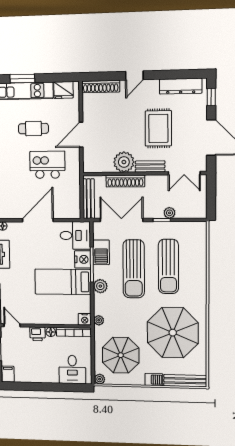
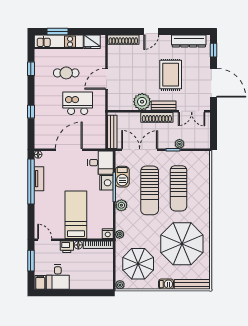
shoe rack: (125, 181) -> (157, 117), moved
bed: (63, 282) -> (76, 215), moved, turned 90
desk: (72, 369) -> (58, 277), moved

